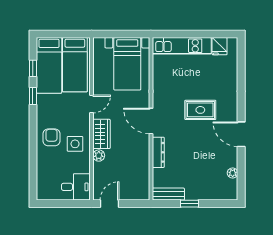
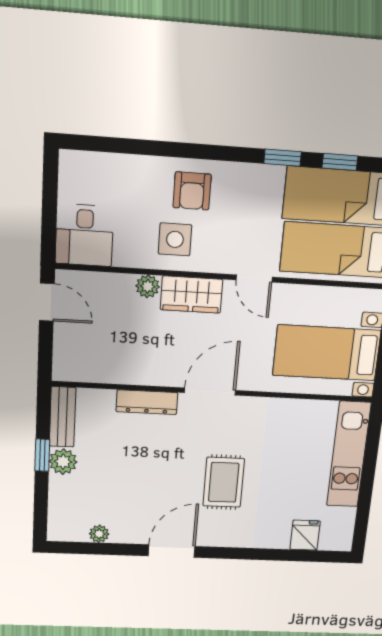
fridge: (220, 46) -> (305, 535), moved, turned 90
armchair: (51, 137) -> (192, 191), turned 90
plant: (193, 193) -> (63, 462), added

